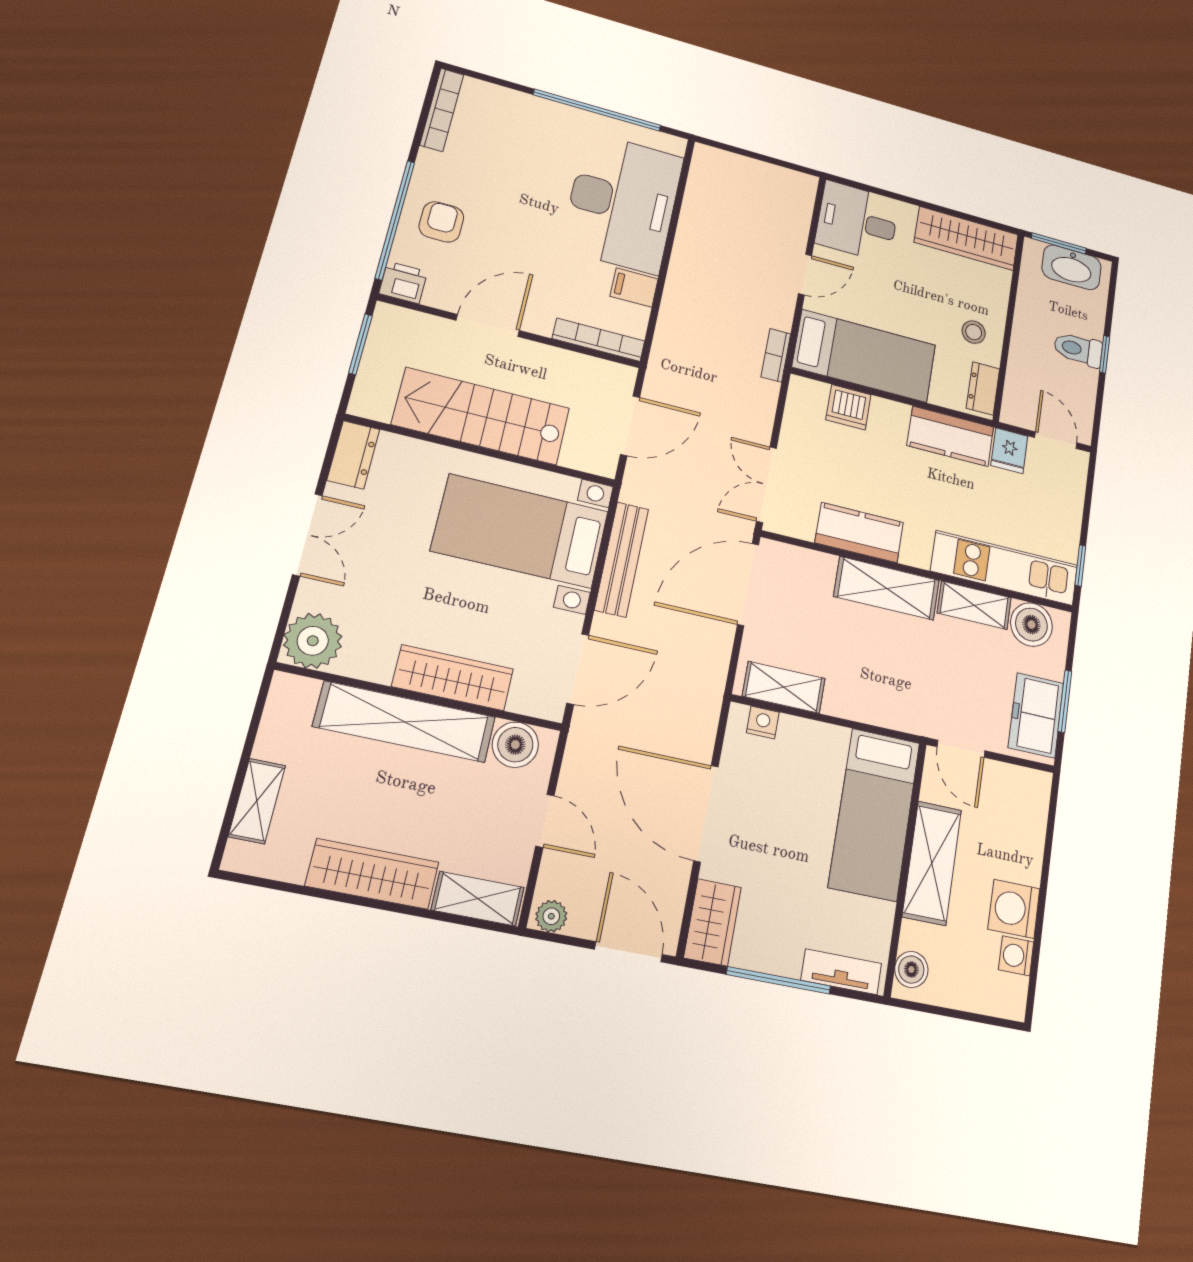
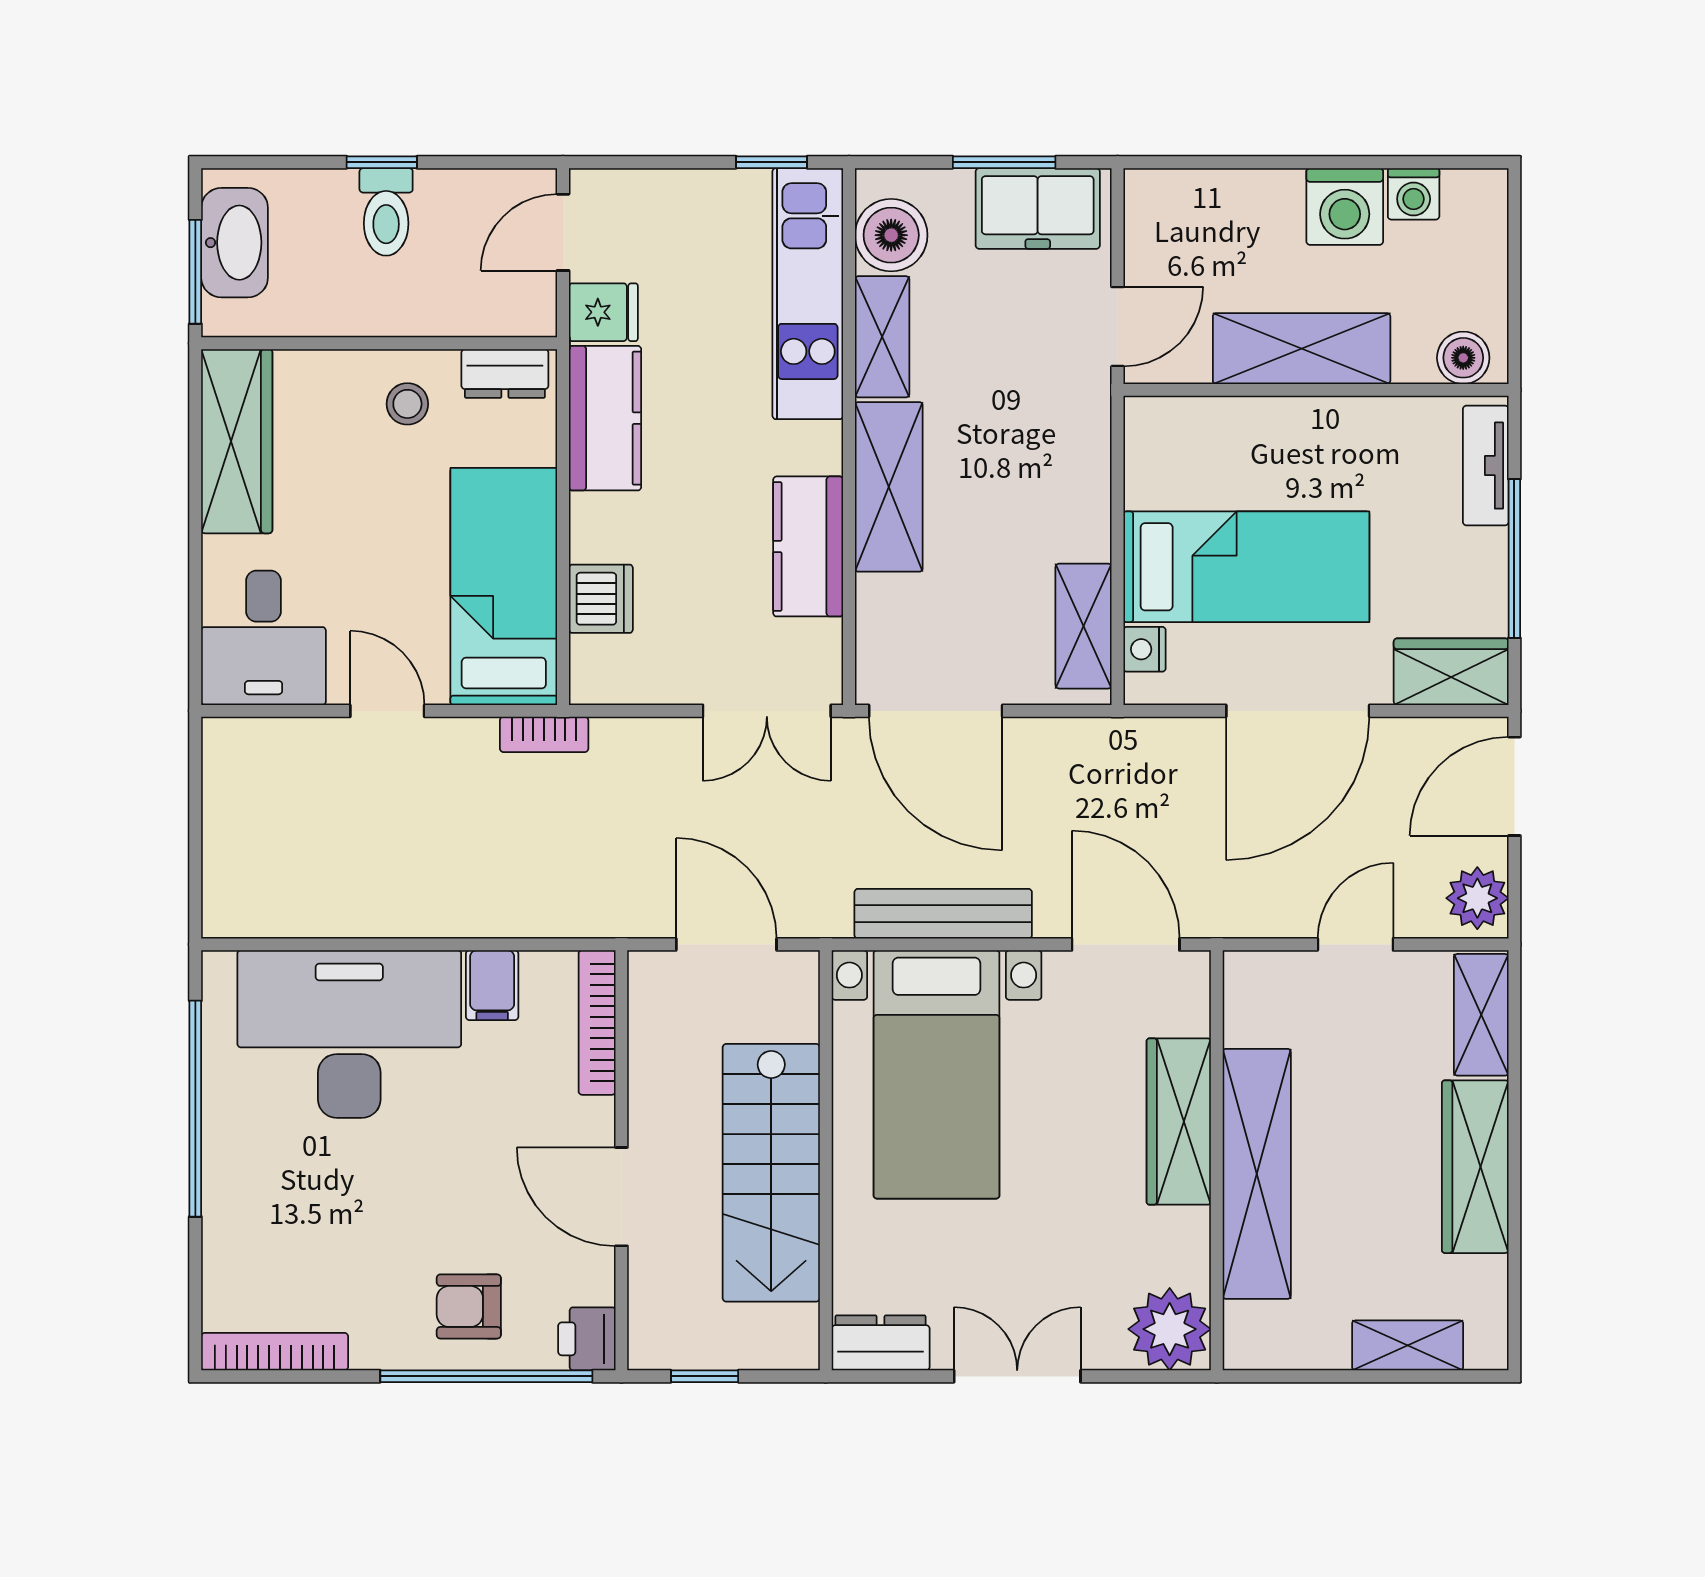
window: (360, 344) -> (705, 1376), width x0.67
boiler: (515, 745) -> (1256, 1011), removed
bed: (874, 814) -> (1246, 567), moved
plant: (551, 916) -> (1477, 898), width x1.38, depth x1.38

